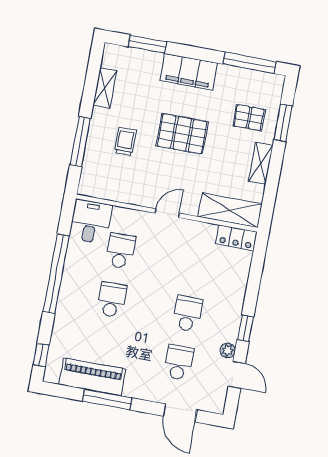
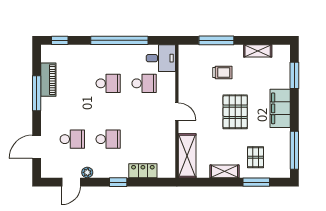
locker: (236, 238) -> (143, 171), moved, turned 90
window: (245, 328) -> (118, 182), moved
piano: (92, 377) -> (48, 80), width x0.73, depth x0.75

